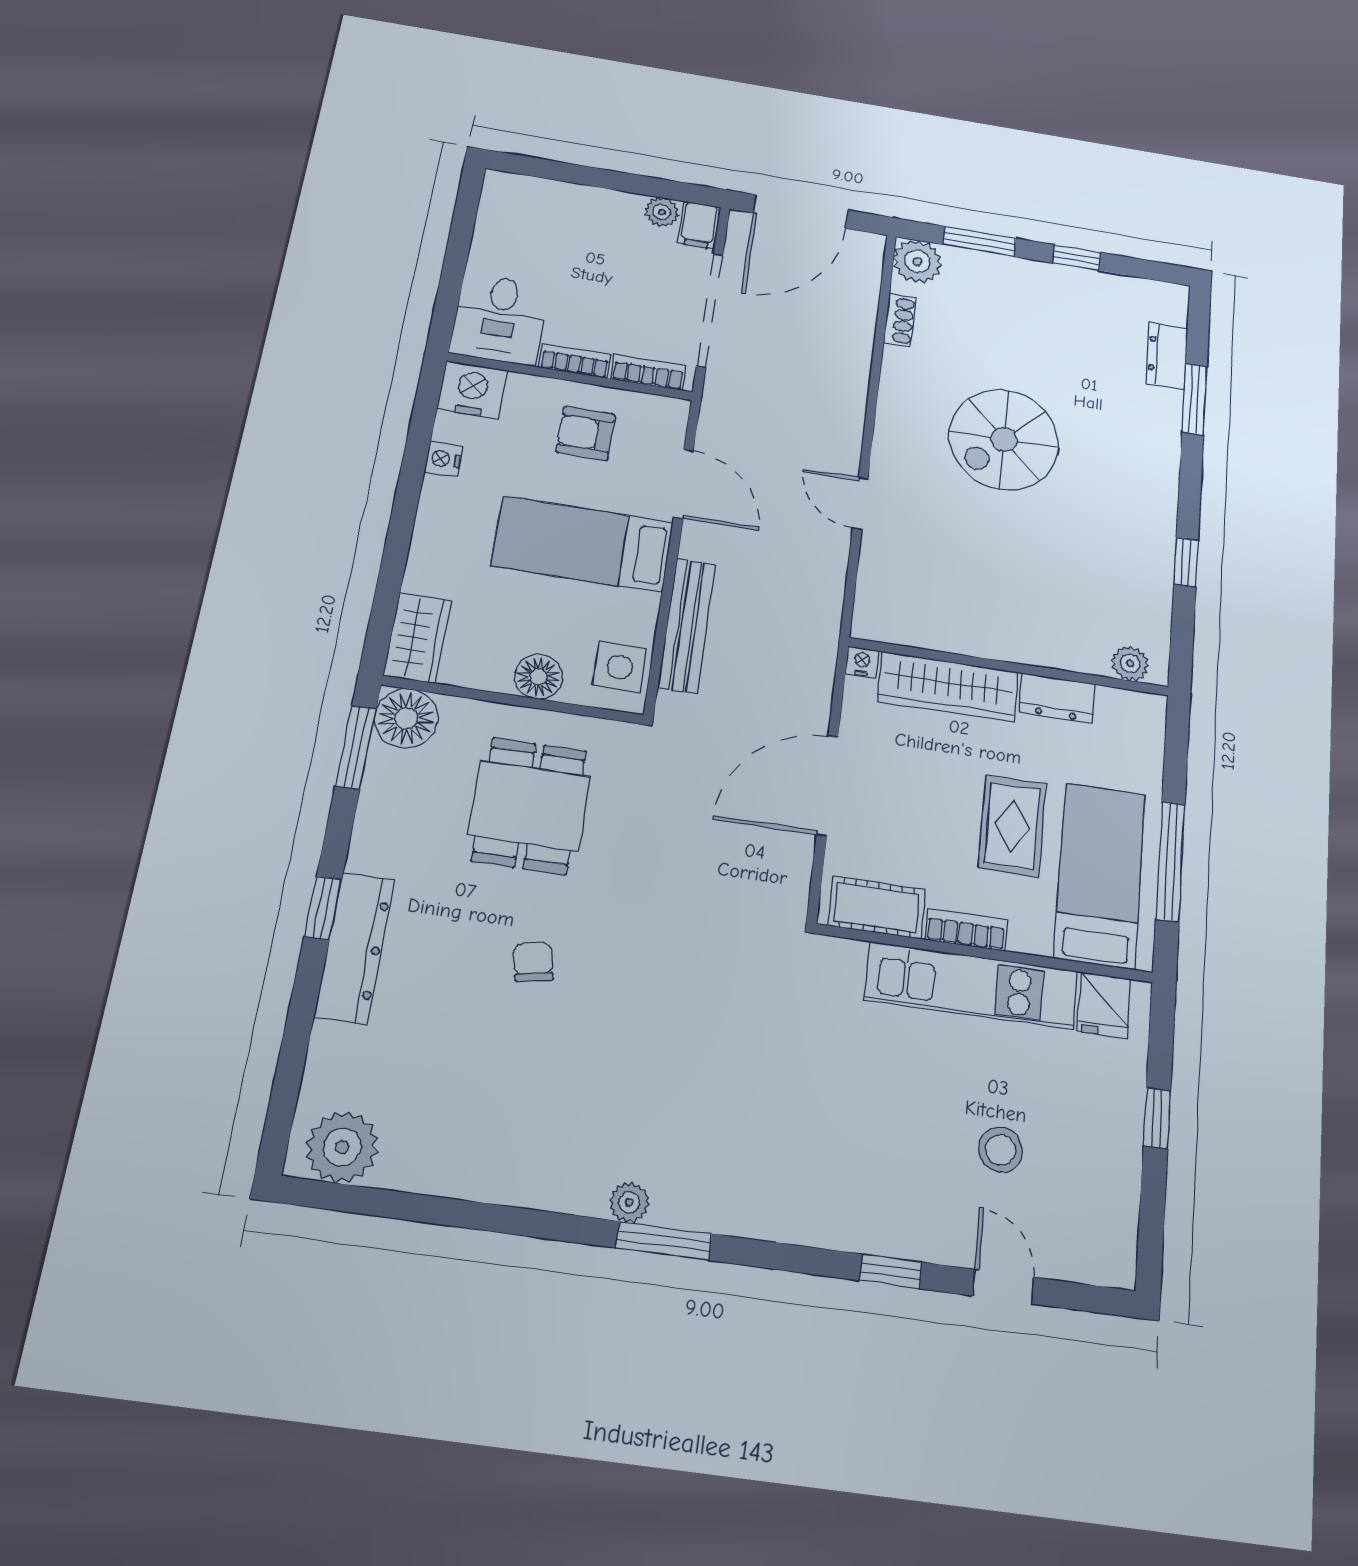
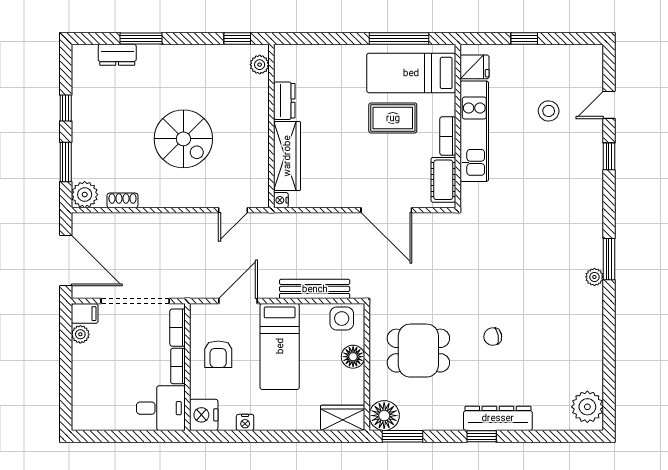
nightstand: (862, 662) -> (281, 200), moved
plant: (1130, 663) -> (260, 65), moved
wall: (1009, 667) -> (271, 126), moved
wardrobe: (948, 687) -> (287, 156), moved
dresser: (1057, 698) -> (284, 101), moved

